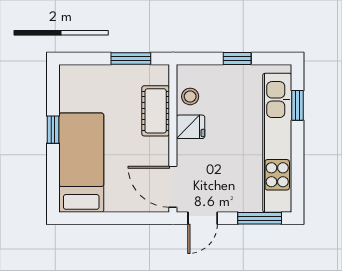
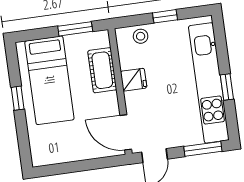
stool: (190, 96) -> (141, 36), moved
window: (297, 105) -> (227, 87), moved
bed: (81, 163) -> (49, 80), moved, turned 180

